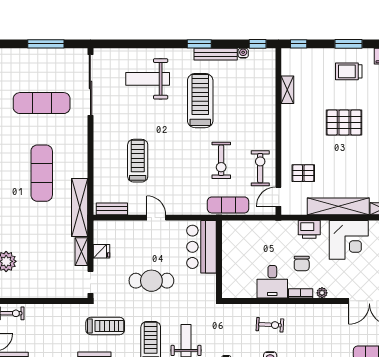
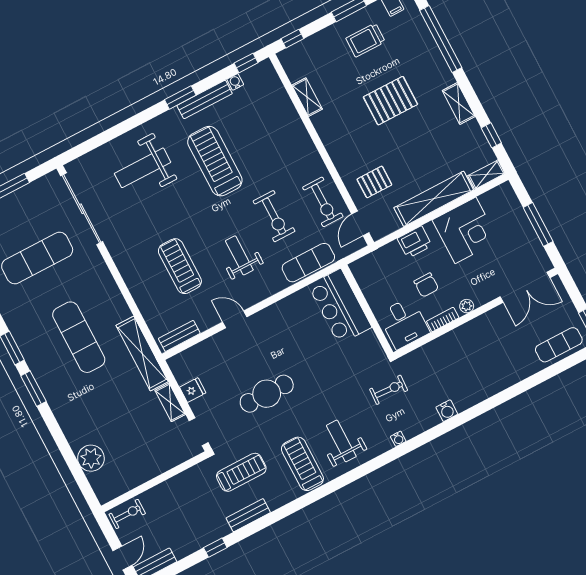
exercise bike: (260, 168) -> (323, 202), turned 180
weight bench: (183, 175) -> (239, 255), added
bar counter: (202, 247) -> (340, 306), moved
wall: (219, 259) -> (367, 310), moved
exercise bike: (270, 325) -> (389, 390), moved

